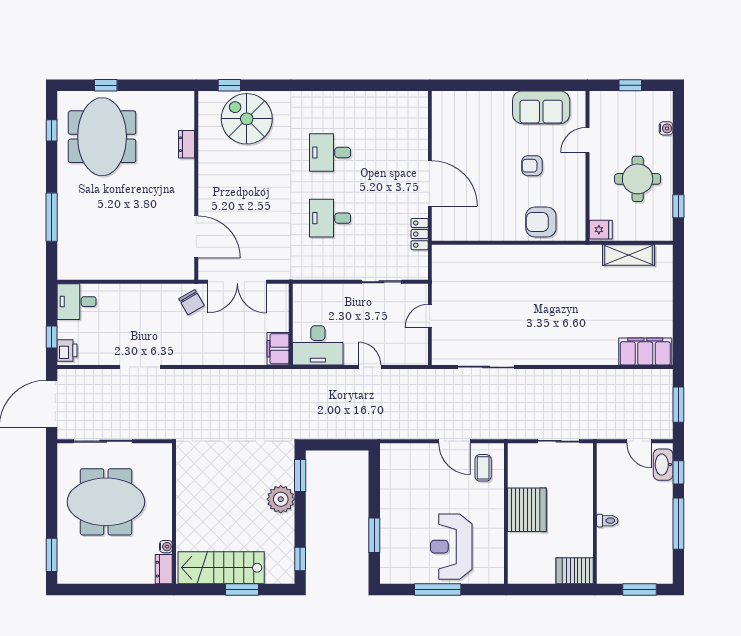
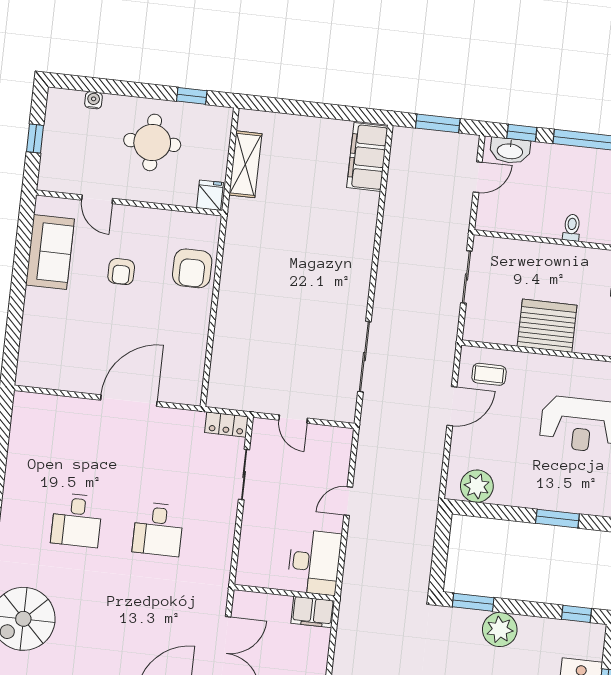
locker: (420, 234) -> (226, 425), moved
plant: (393, 468) -> (477, 486), added

